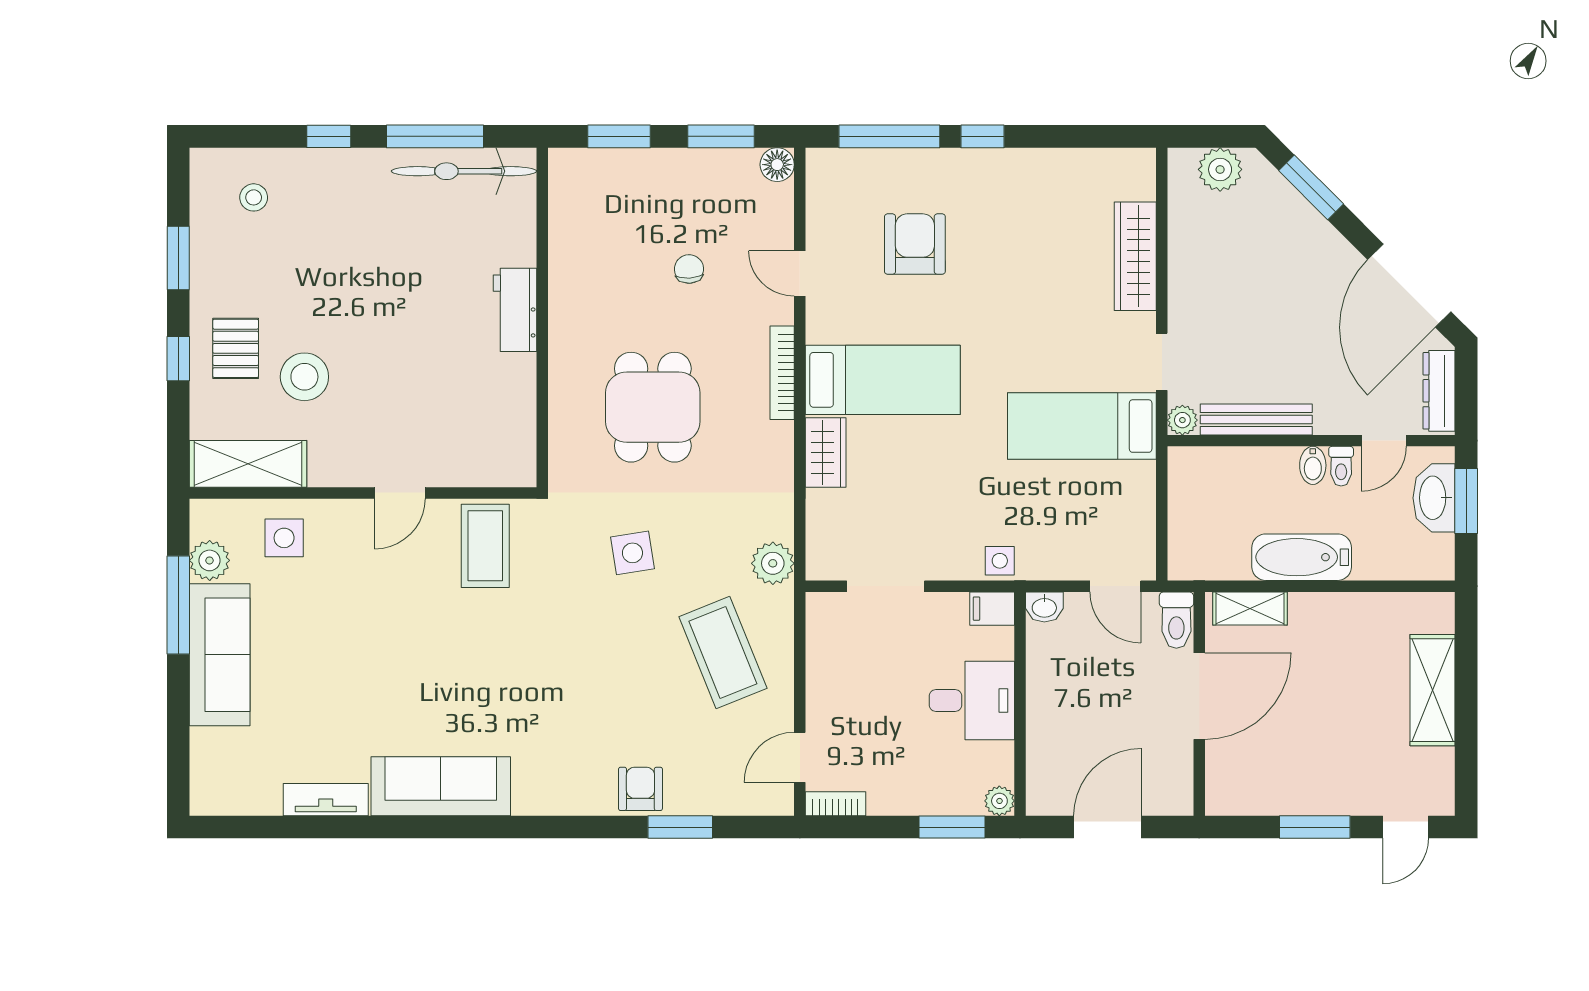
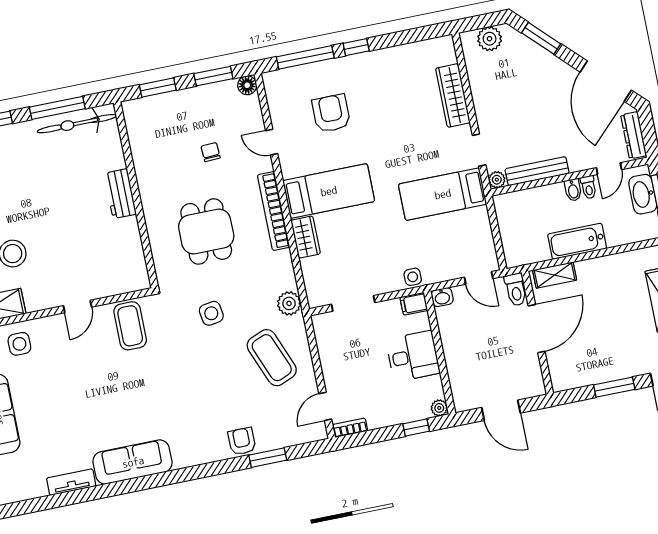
bookcase: (782, 373) -> (273, 211), width x1.48, depth x1.31
window: (952, 827) -> (416, 427), width x0.67
door: (1107, 827) -> (501, 410), swing flipped

